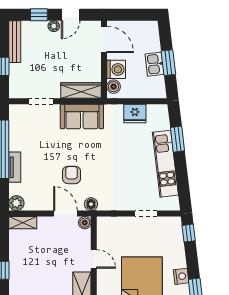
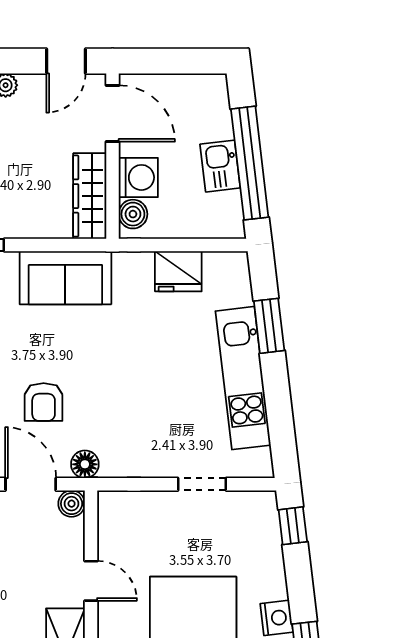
door: (71, 15) -> (66, 61), moved
window: (168, 63) -> (250, 163), width x2.11
wardrobe: (81, 91) -> (90, 196), moved, turned -90
armchair: (72, 175) -> (44, 402), turned 180

